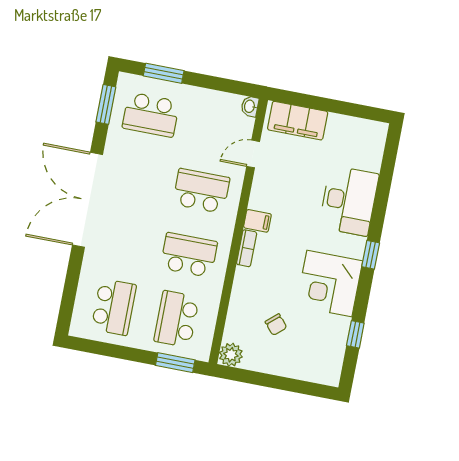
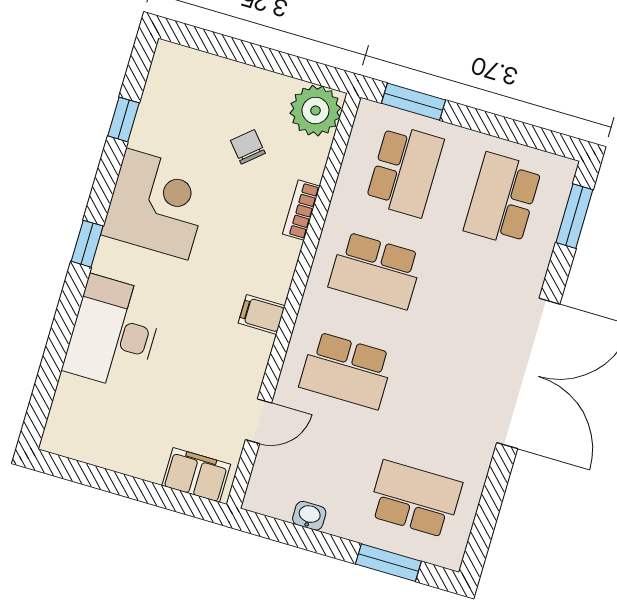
window: (106, 104) -> (574, 216), moved
washbasin: (250, 106) -> (309, 516), moved, turned -90
filing cabinet: (298, 121) -> (196, 475), width x0.67, depth x0.86
bookcase: (247, 248) -> (301, 210), moved
plant: (231, 355) -> (315, 111), width x1.36, depth x1.36

